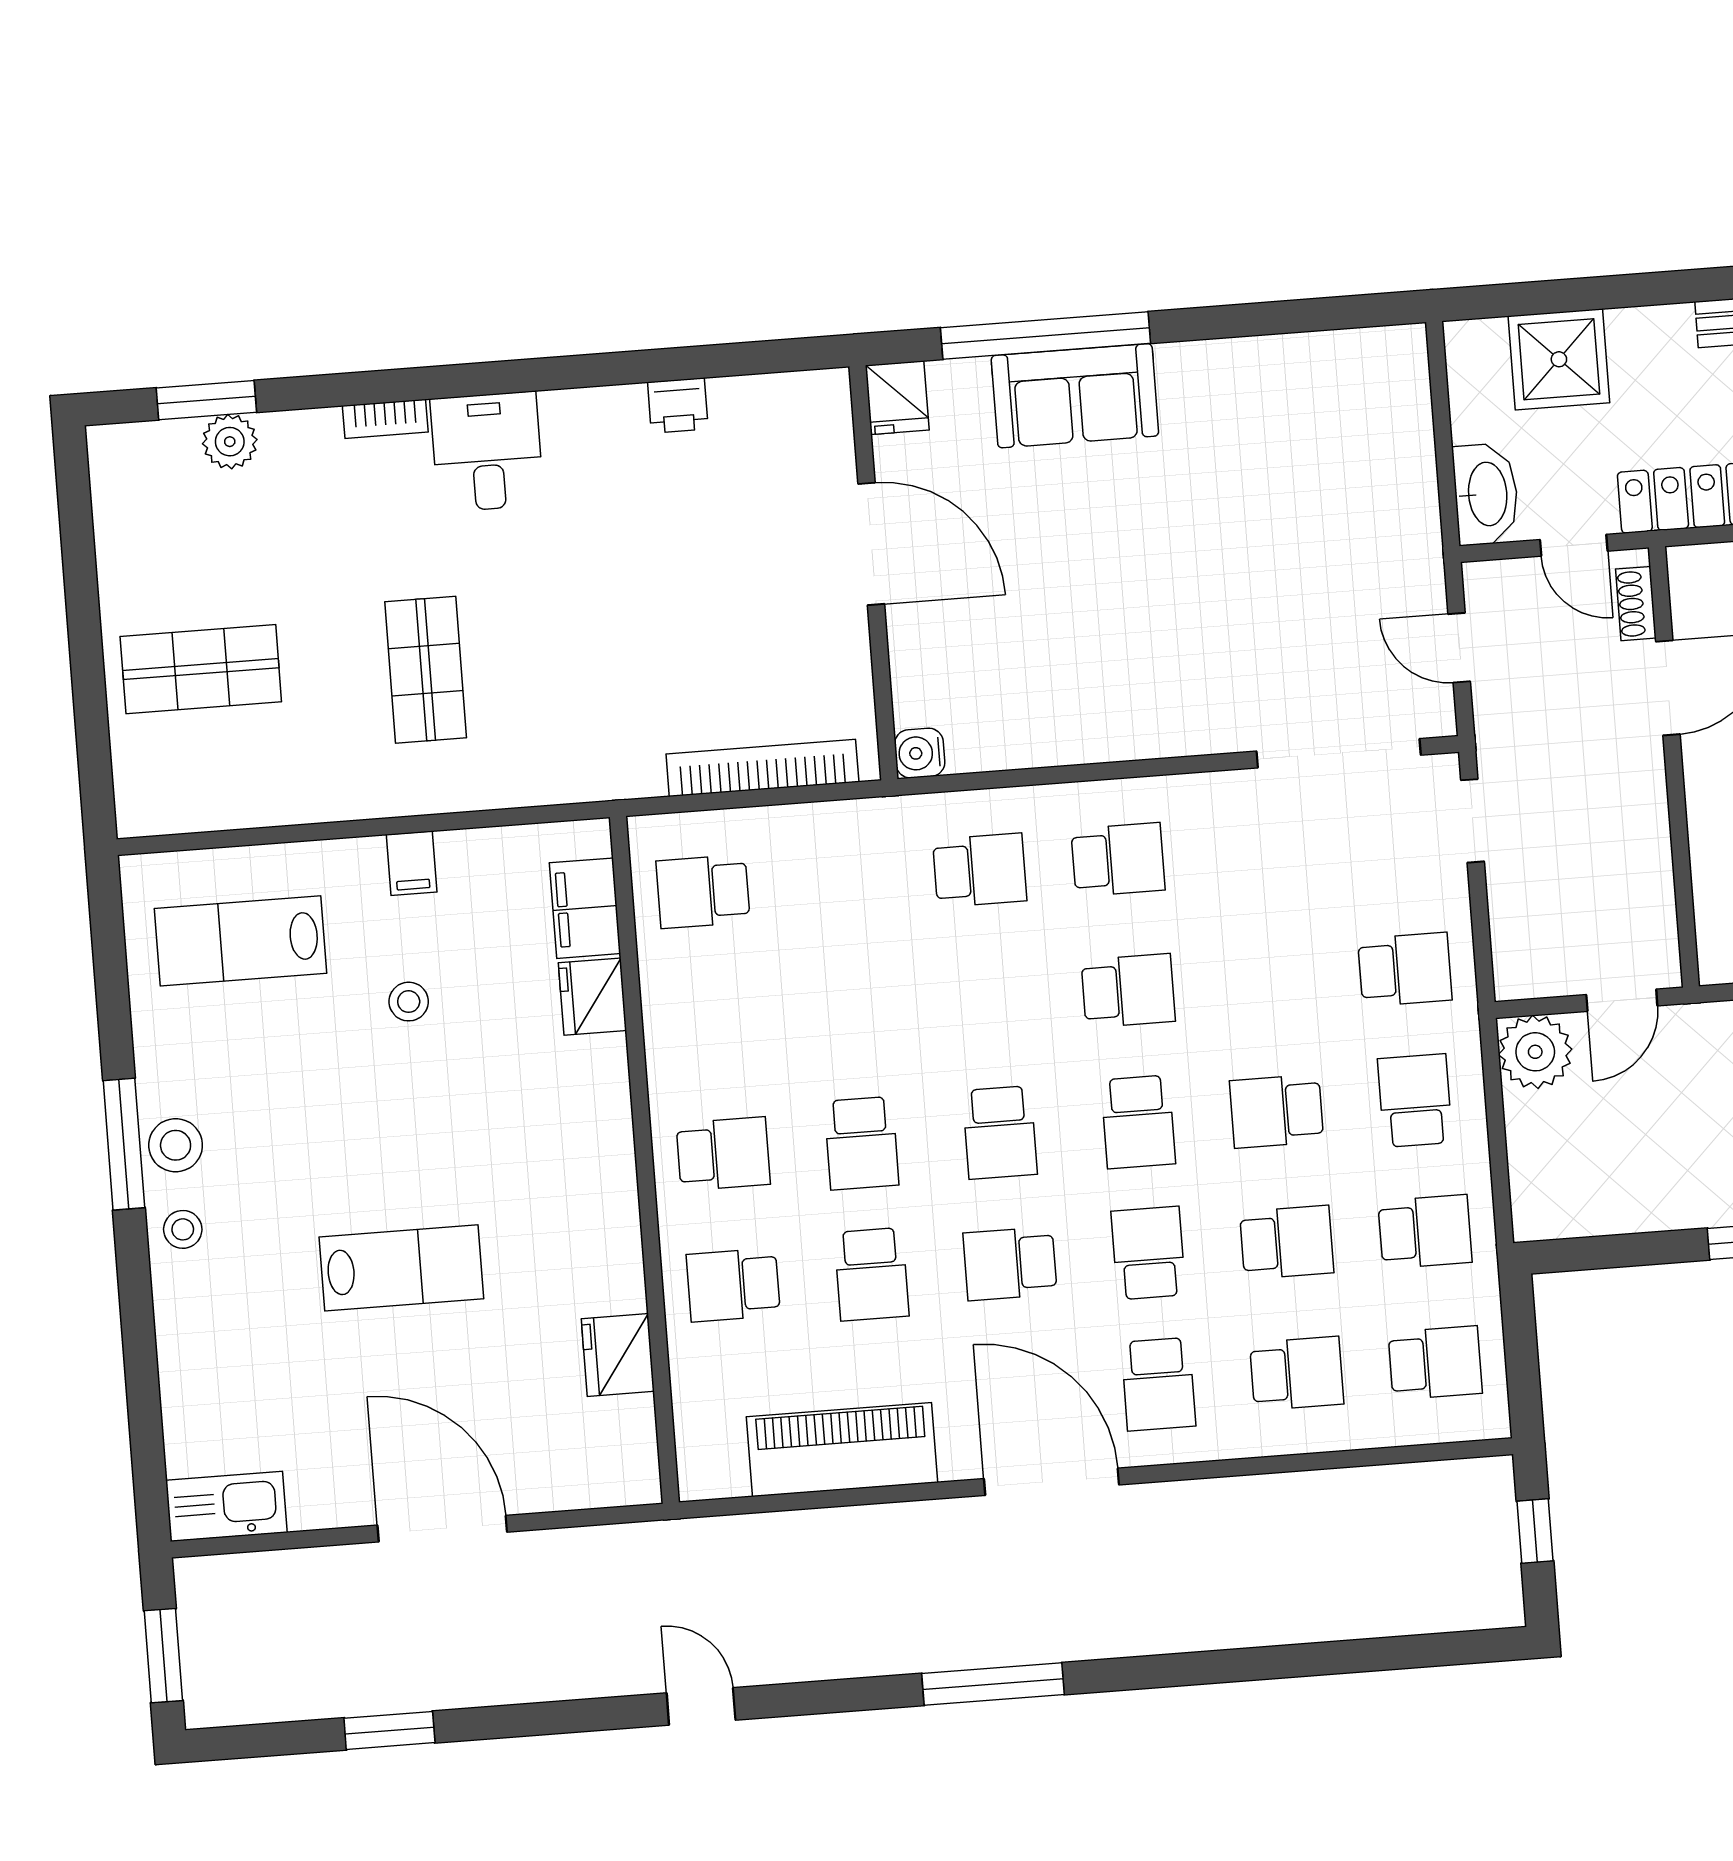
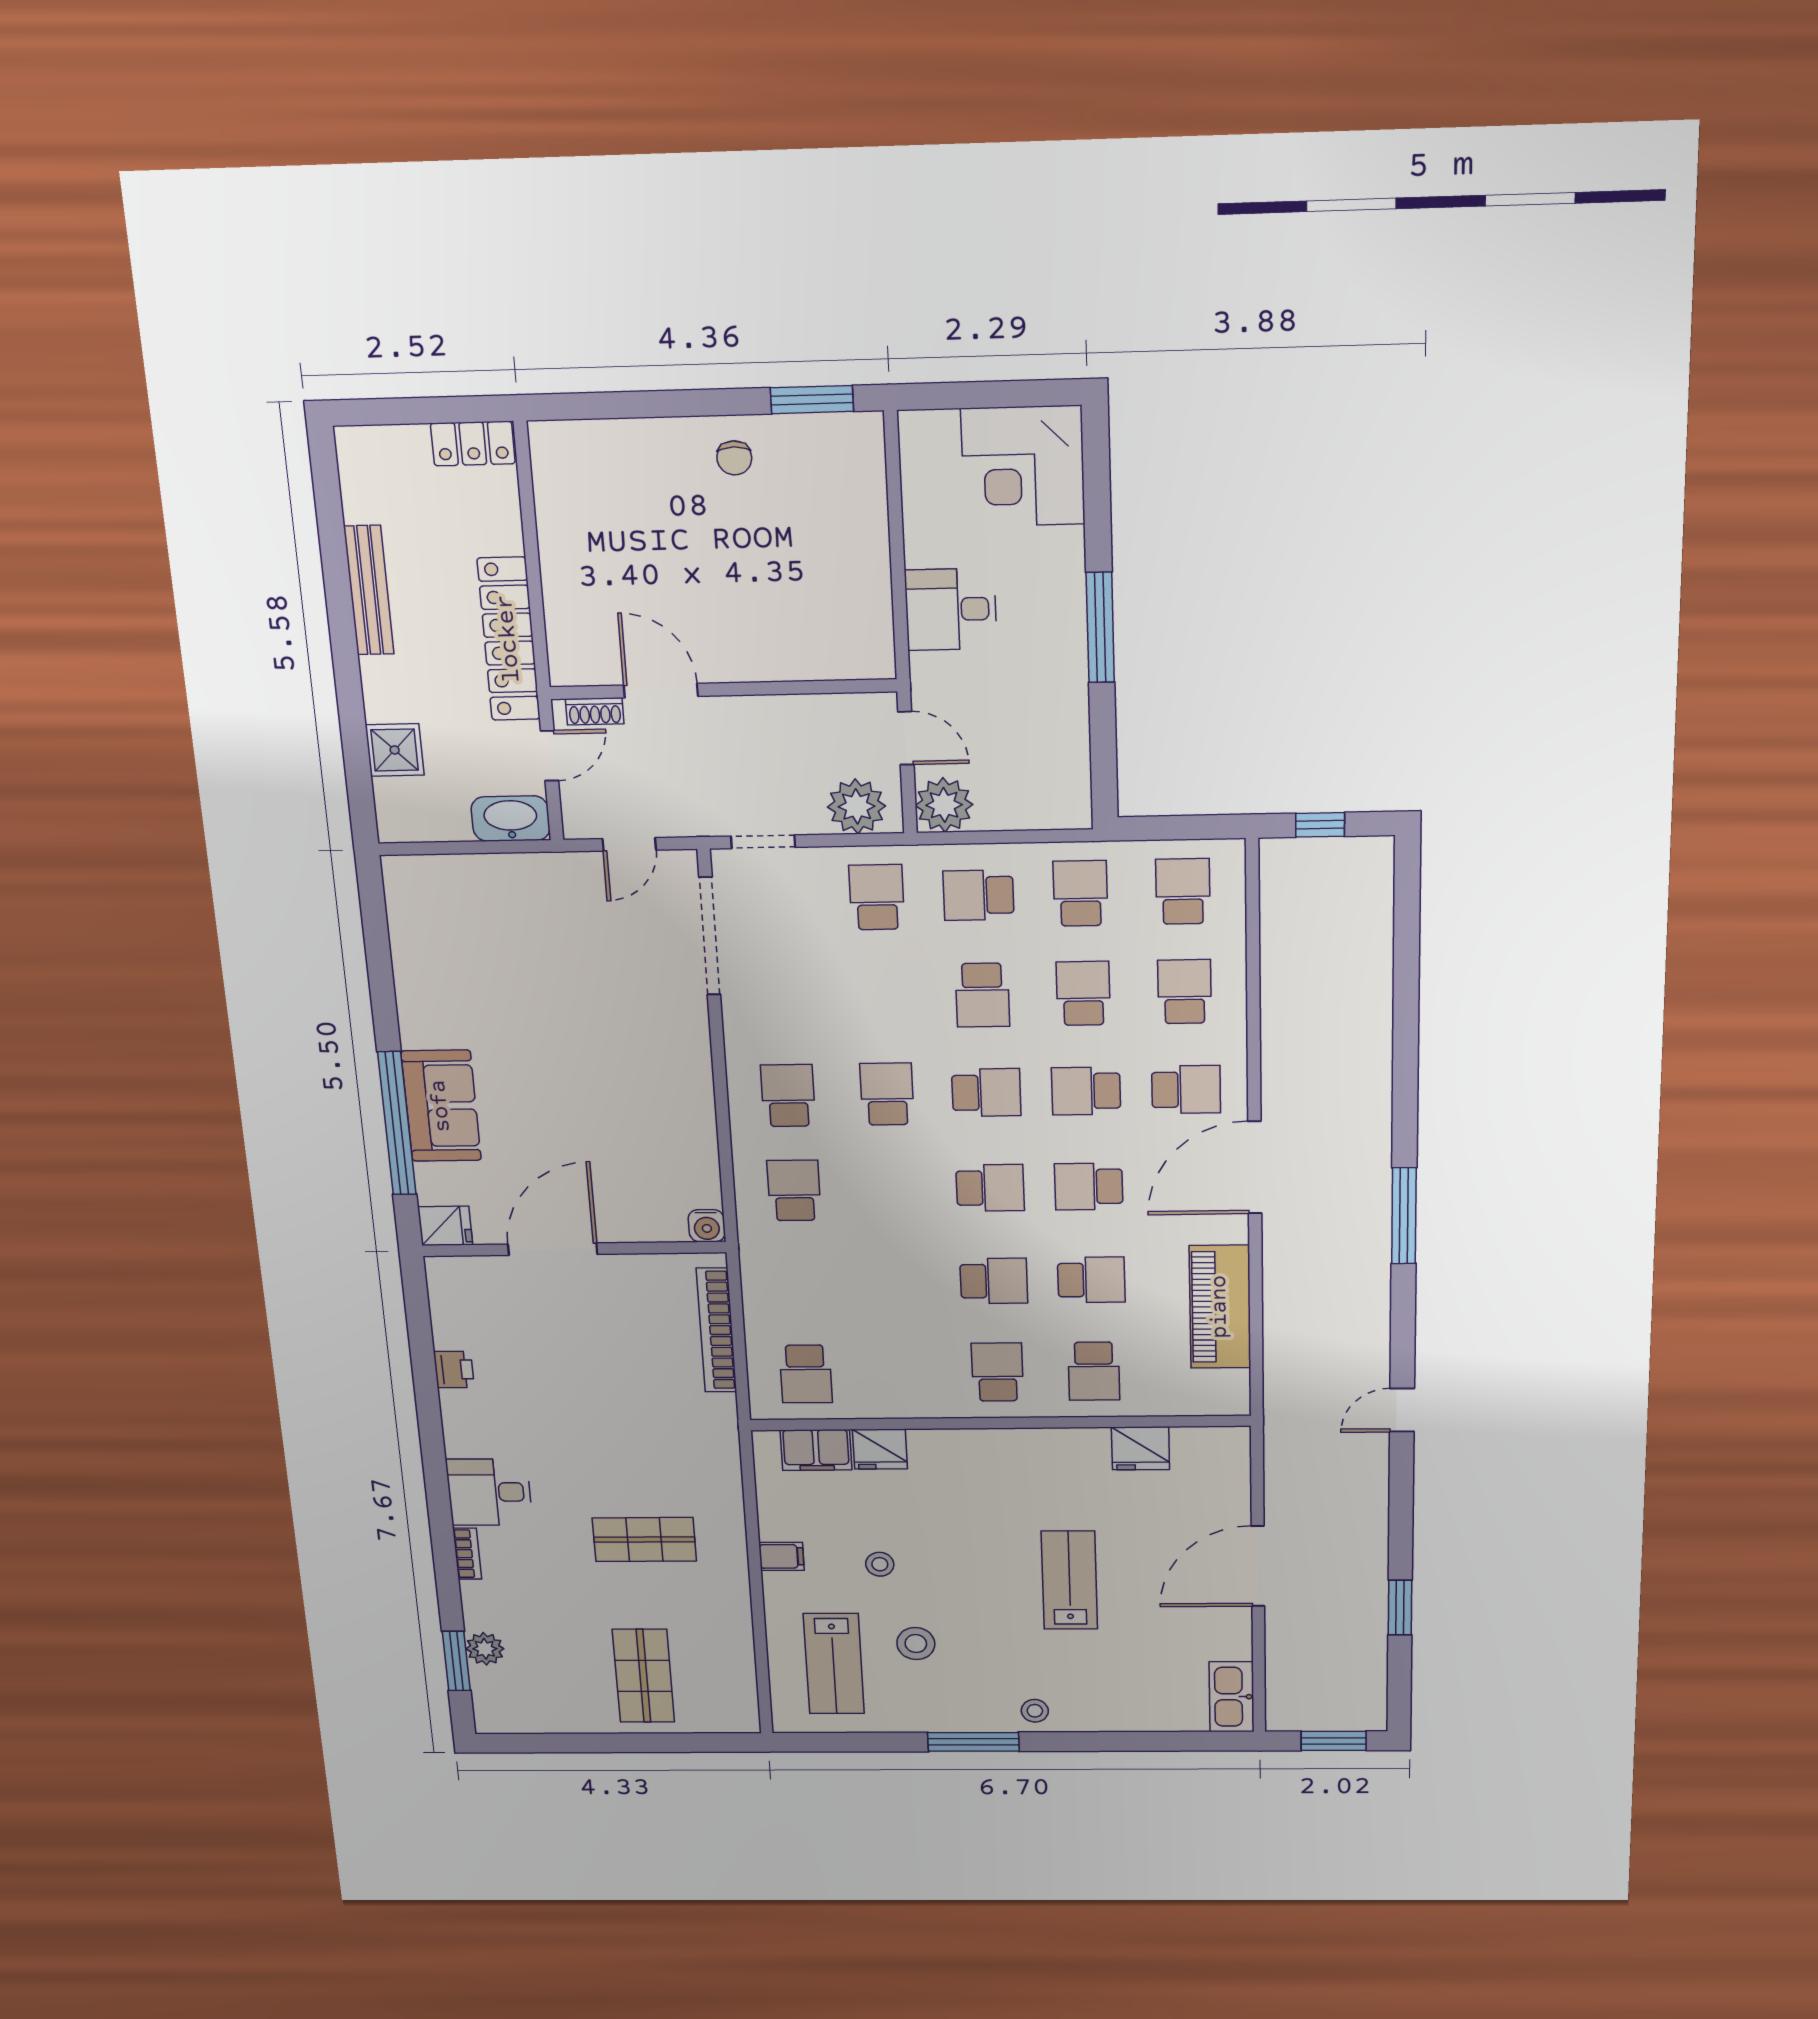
shower: (1559, 359) -> (395, 750), width x0.73, depth x0.73
plant: (1527, 940) -> (857, 806), added
stool: (176, 1145) -> (916, 1644), moved
school desk: (1010, 1264) -> (1089, 1187), turned 90

